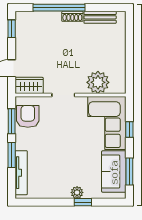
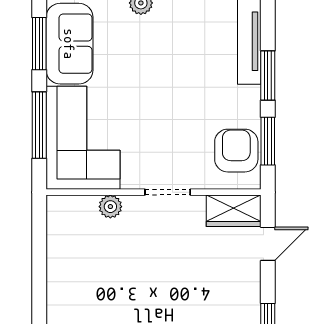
plant: (98, 82) -> (110, 207), width x0.53, depth x0.53
armchair: (28, 116) -> (236, 151), turned 180
window: (129, 130) -> (39, 125), width x2.17

